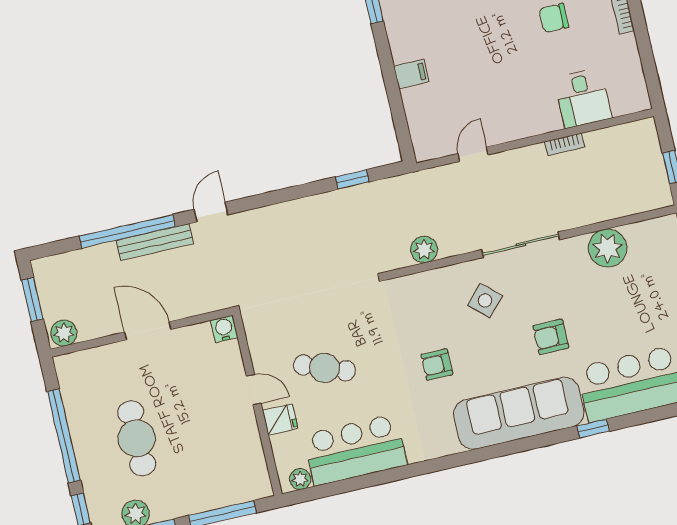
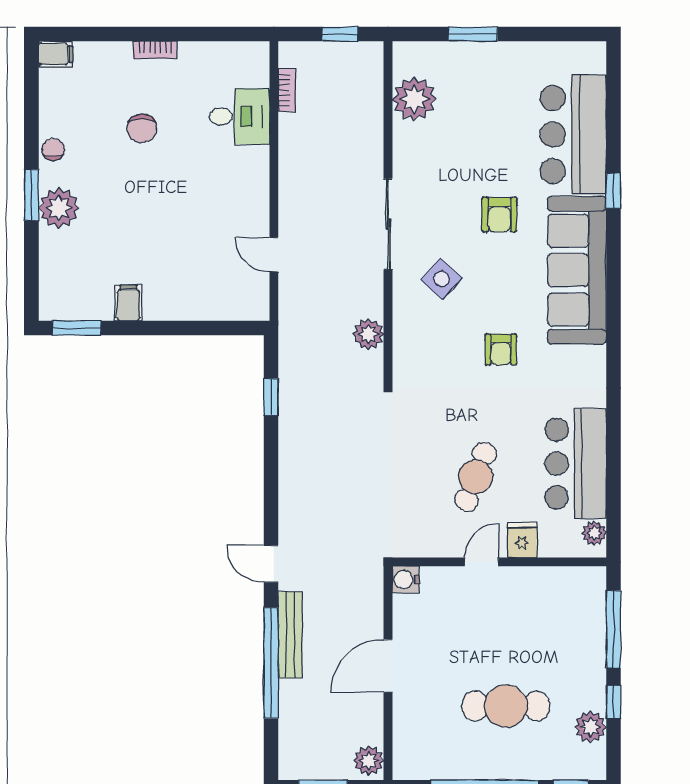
filing cabinet: (411, 74) -> (128, 303), moved
bookcase: (565, 144) -> (287, 90), moved
plant: (608, 248) -> (414, 99), moved

